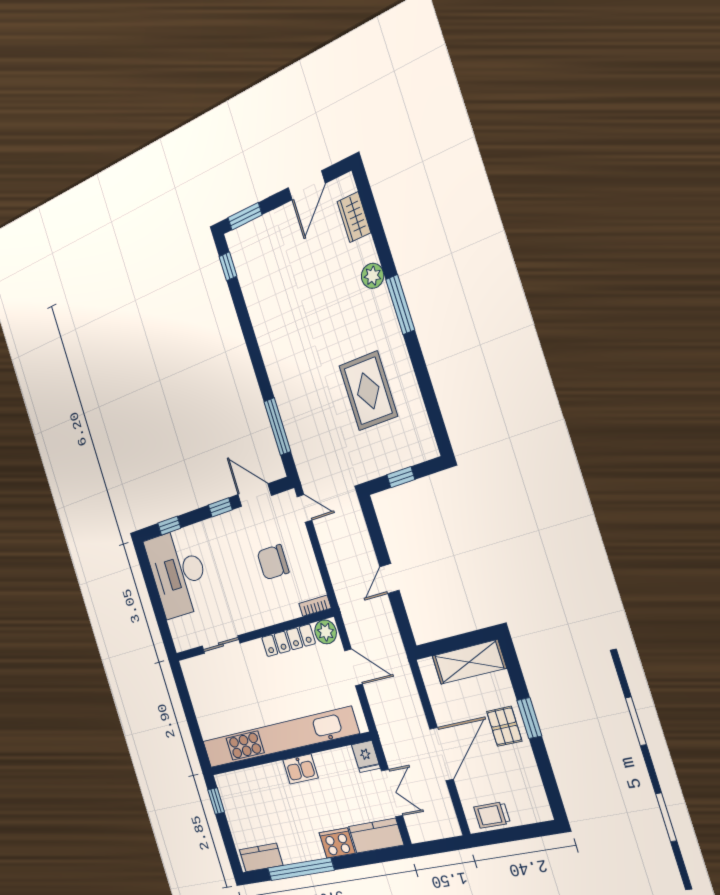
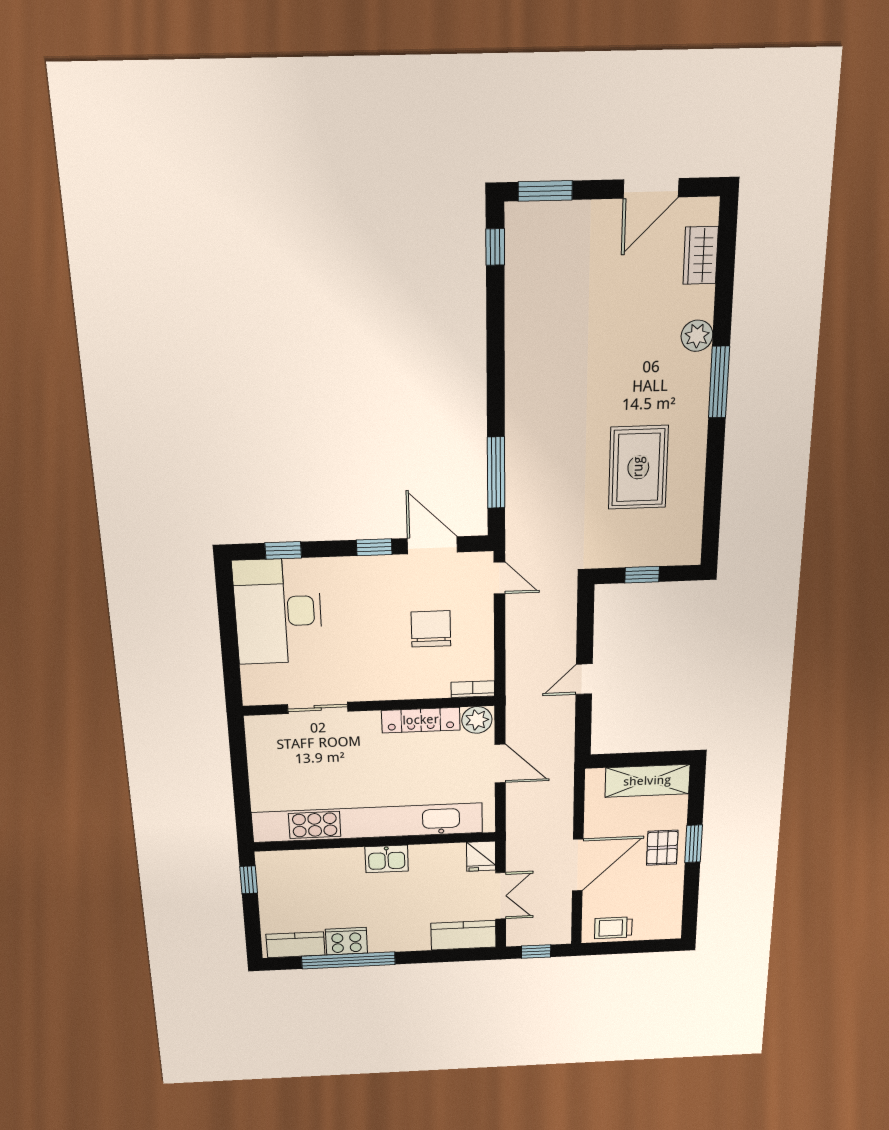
chair: (273, 562) -> (431, 629), turned 90
cooker: (337, 843) -> (346, 941), moved
window: (437, 847) -> (536, 951), added

